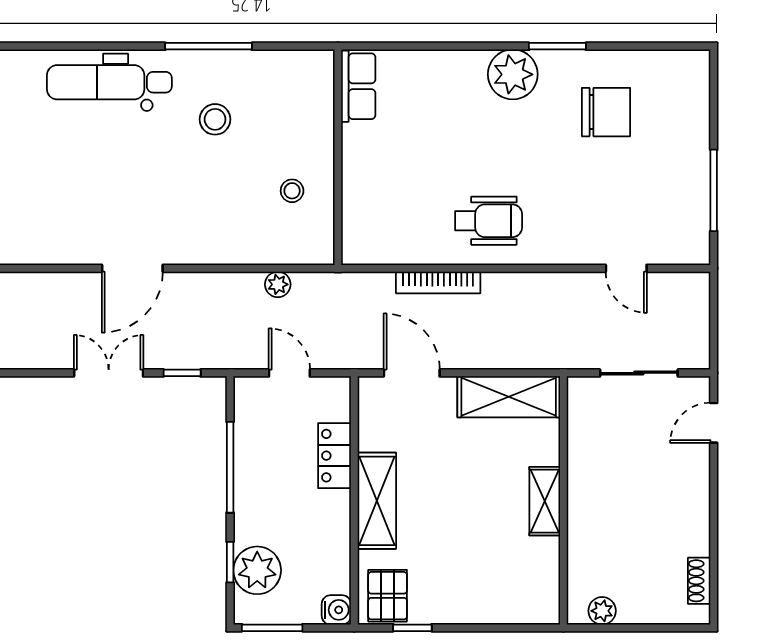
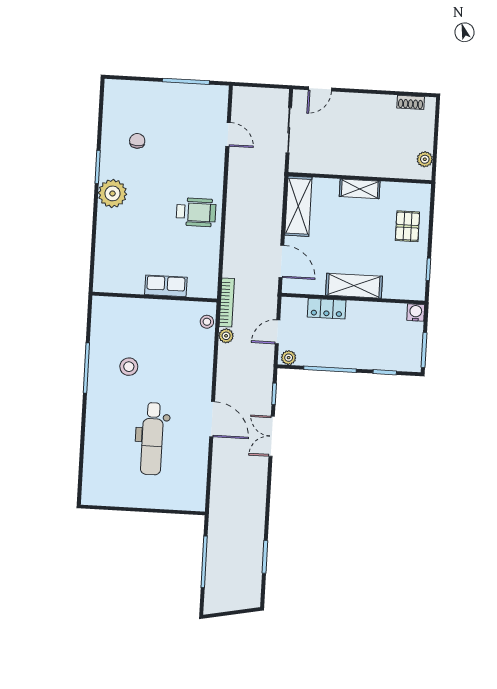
dental chair: (109, 82) -> (152, 439), moved
row of seats: (358, 86) -> (166, 286), moved
chair: (606, 112) -> (137, 141), width x0.54, depth x0.54
stool: (292, 191) -> (207, 322), moved
wheelchair: (489, 221) -> (196, 212), turned 90
door: (626, 268) -> (228, 134), hinge flipped
bookcase: (438, 282) -> (227, 302), moved
door: (412, 373) -> (281, 261), swing flipped
door: (714, 423) -> (320, 89), hinge flipped
plant: (257, 570) -> (289, 358), moved, width x0.53, depth x0.53
pallet: (388, 596) -> (407, 226), moved, turned 90

